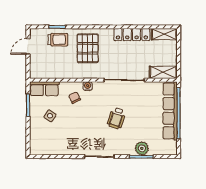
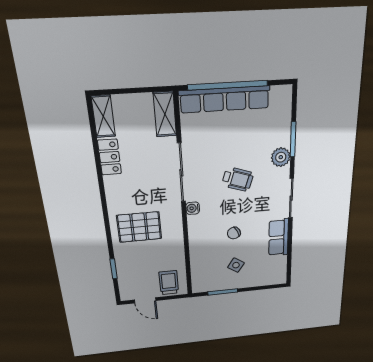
locker: (132, 35) -> (110, 157), width x0.66
trolley: (58, 40) -> (169, 283), moved
water cooler: (88, 86) -> (193, 208), moved
row of seats: (44, 89) -> (279, 238), moved, turned 180
chair: (75, 98) -> (234, 233), moved
plant: (142, 148) -> (281, 157), moved

